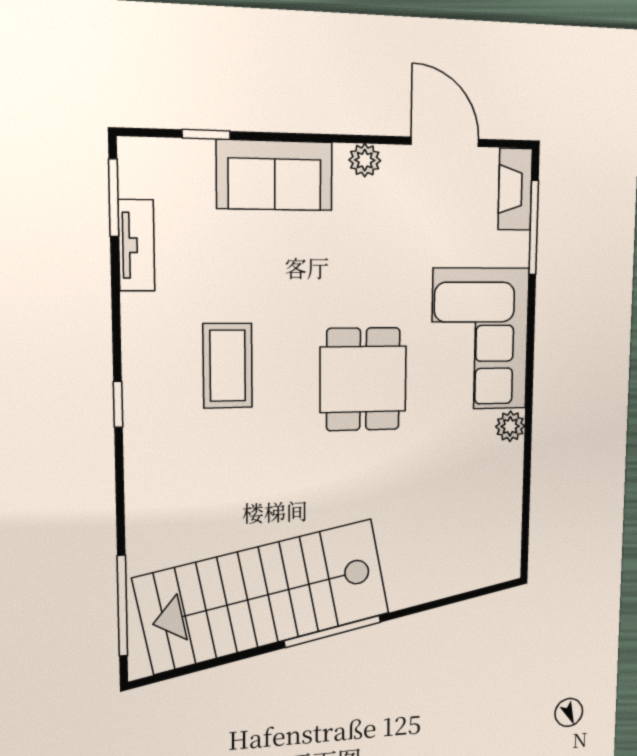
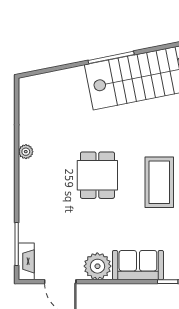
plant: (365, 160) -> (97, 266), width x1.87, depth x1.87
corner sofa: (480, 339) -> (42, 193), removed
coffee table: (228, 366) -> (159, 182), width x1.36, depth x1.32

